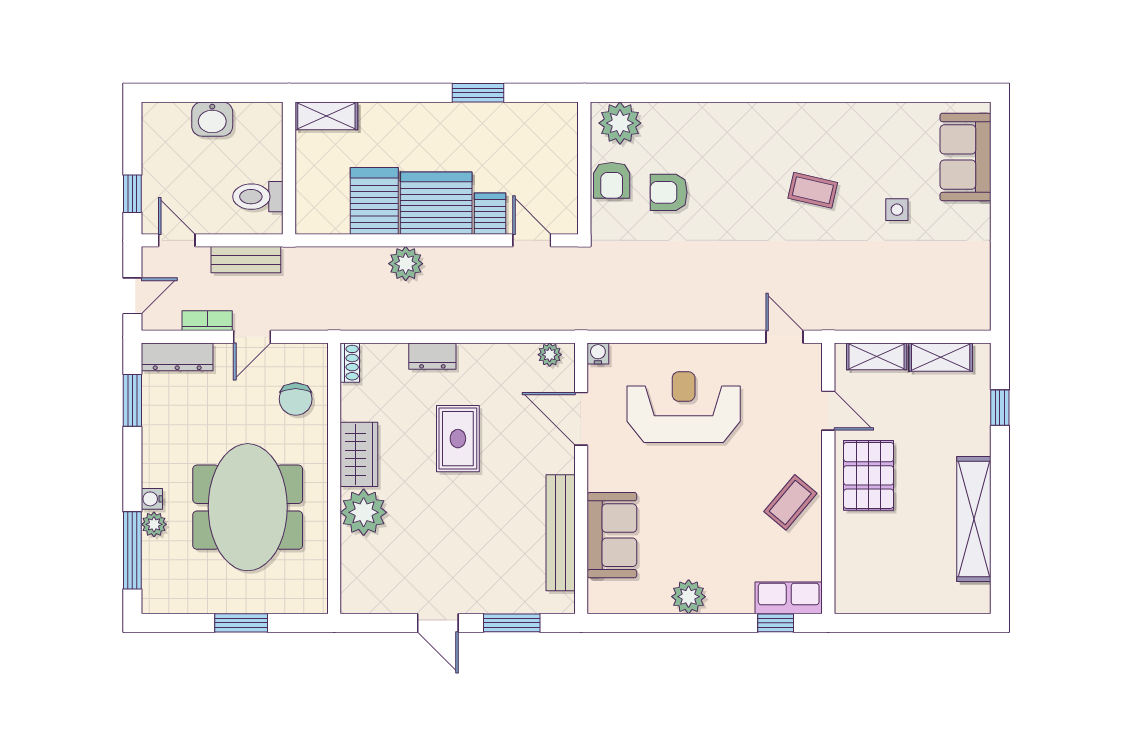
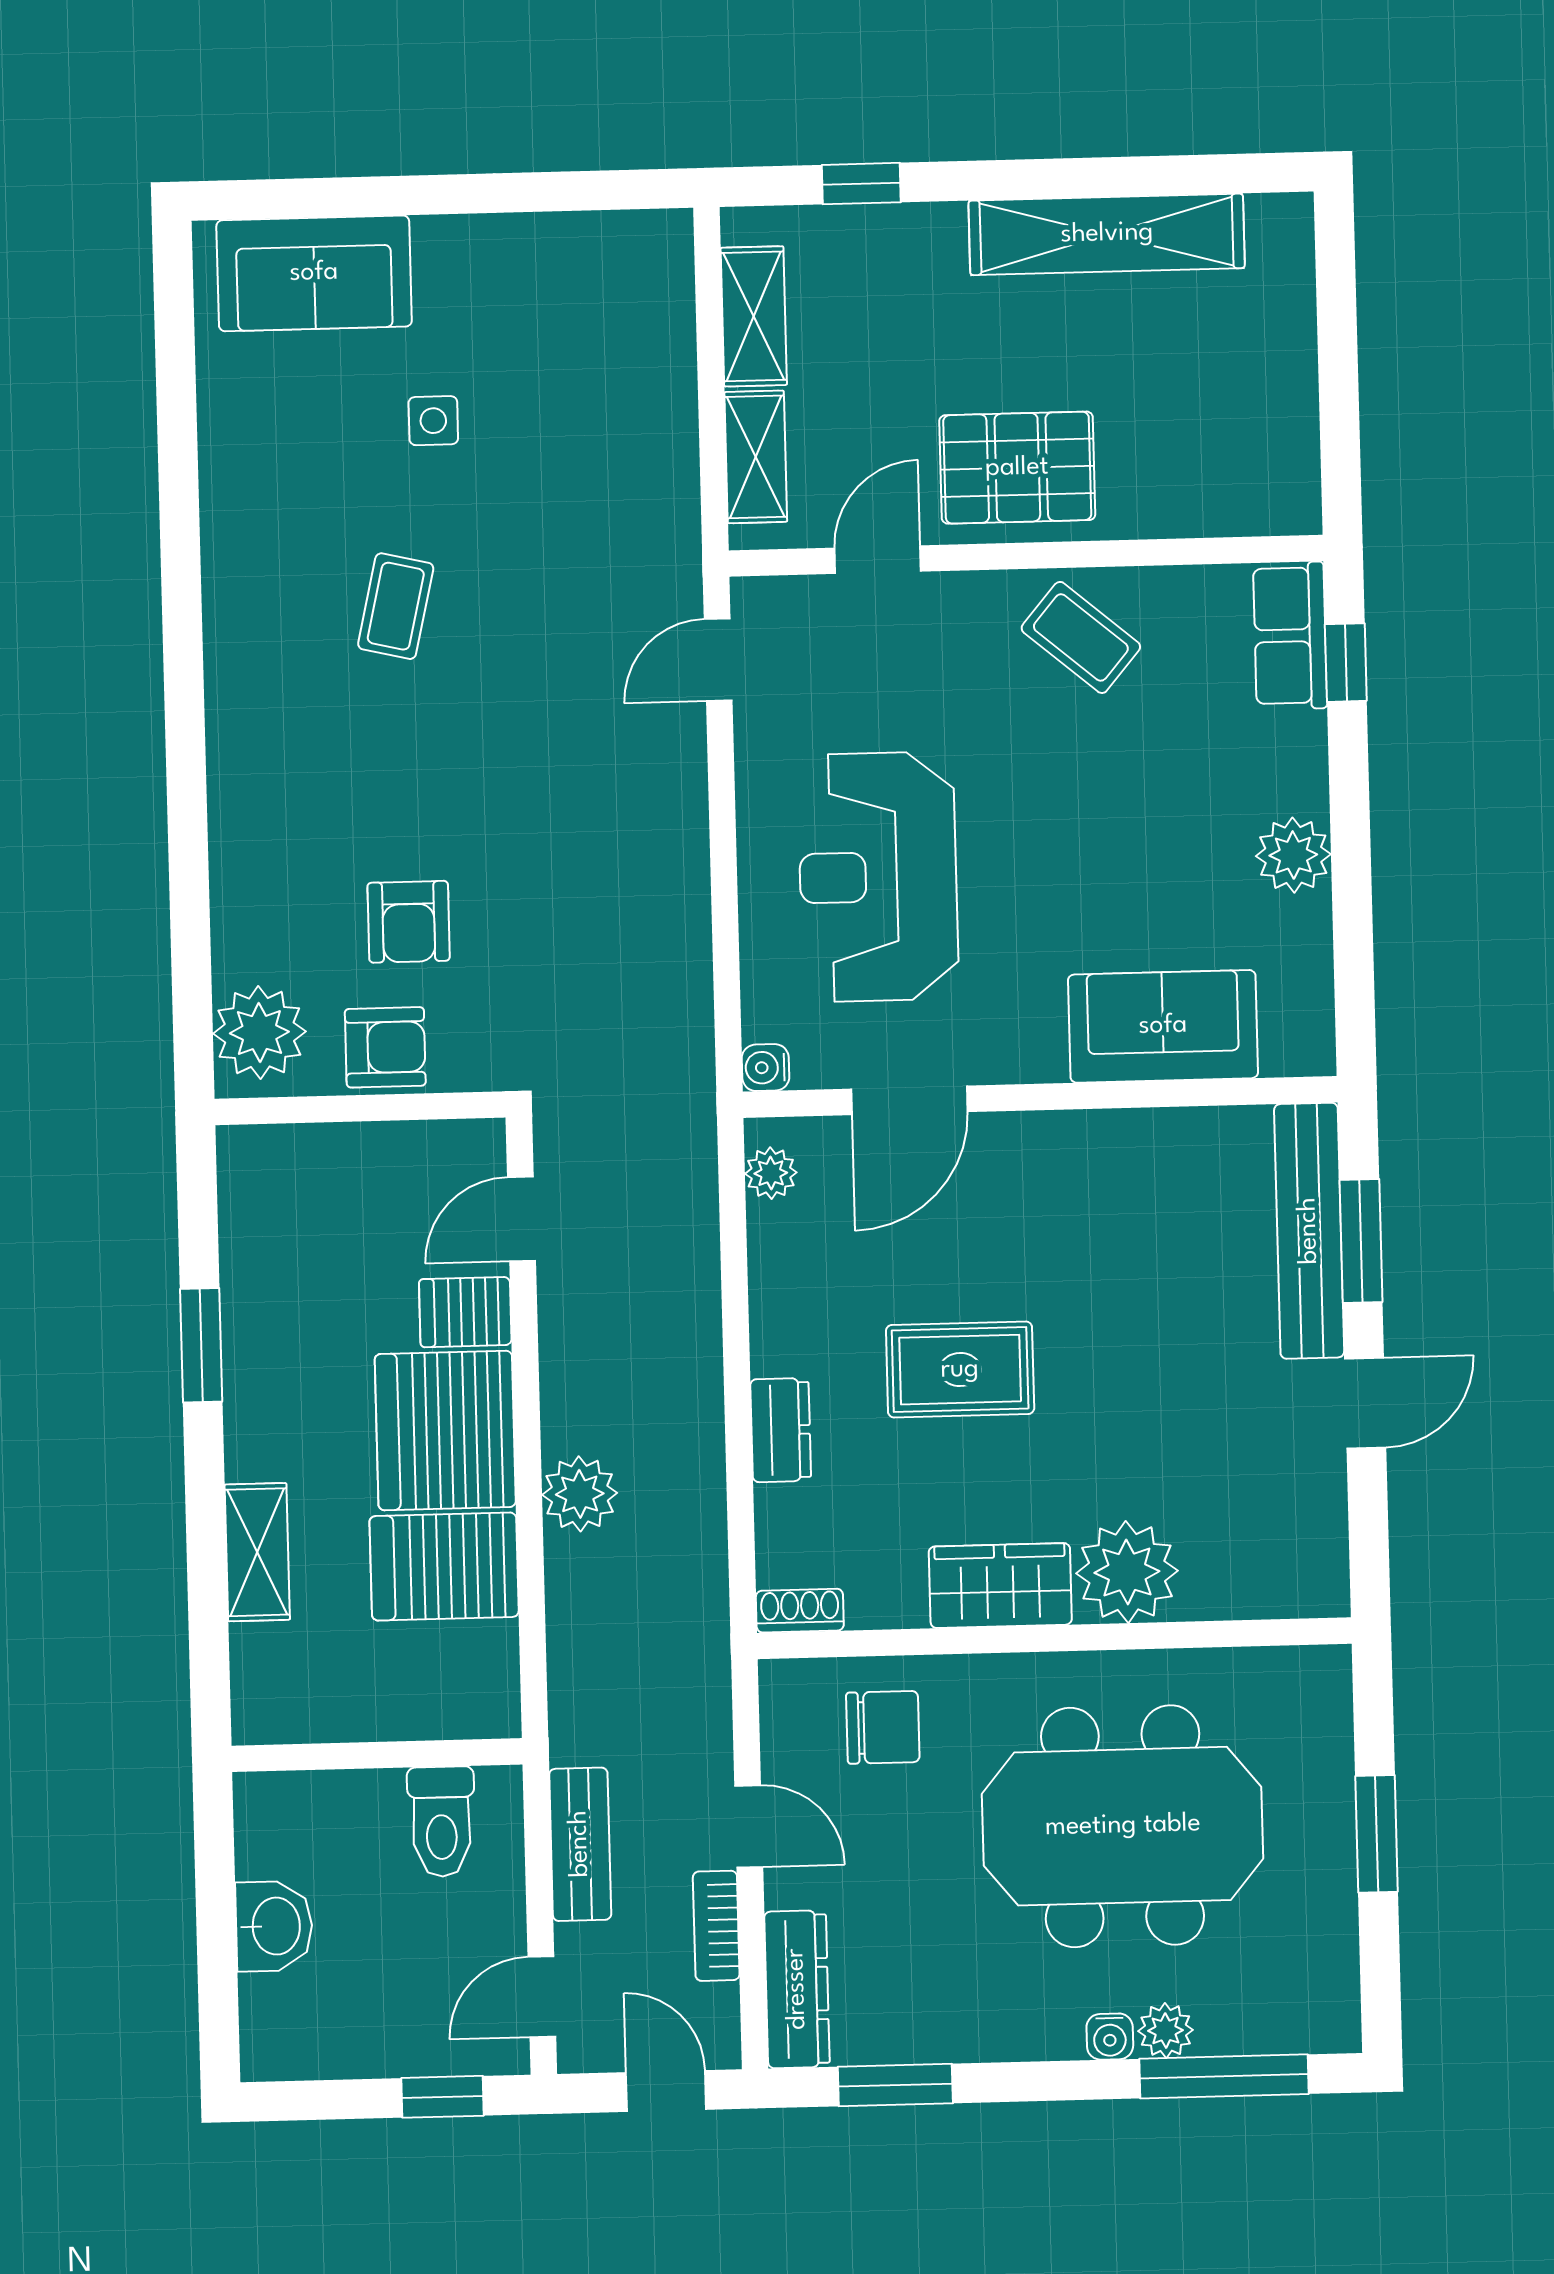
shelving: (326, 116) -> (257, 1552), moved
bench: (561, 533) -> (1309, 1231), moved, turned 90

